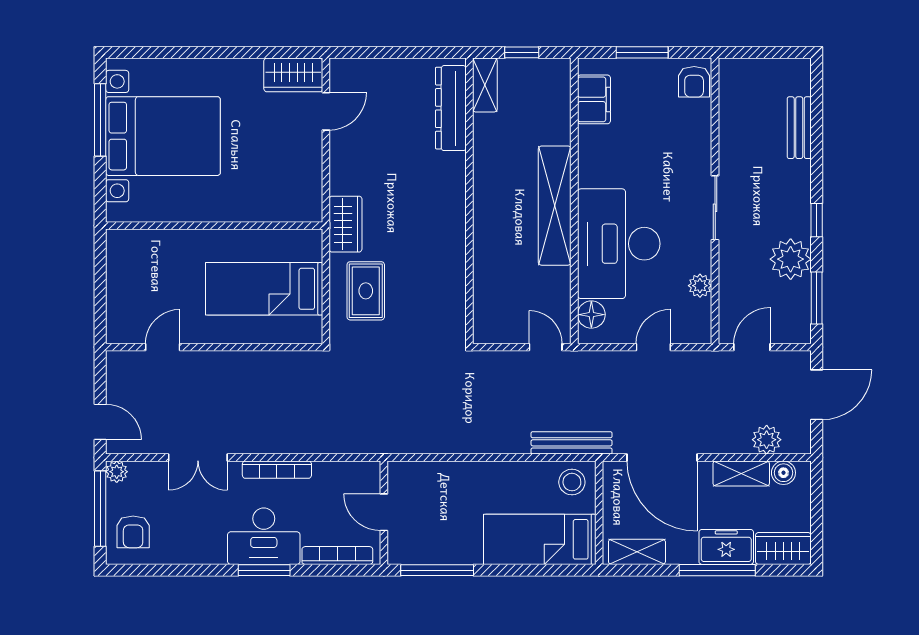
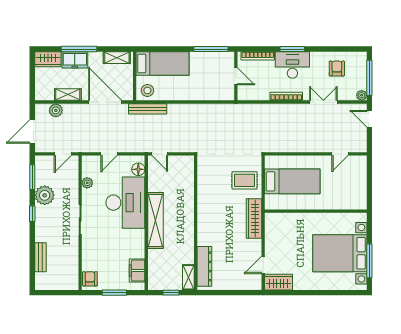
wardrobe: (346, 224) -> (254, 218), width x1.50
rug: (366, 291) -> (244, 180), turned 90
boiler: (783, 473) -> (48, 95), removed
armchair: (133, 532) -> (337, 69), moved

